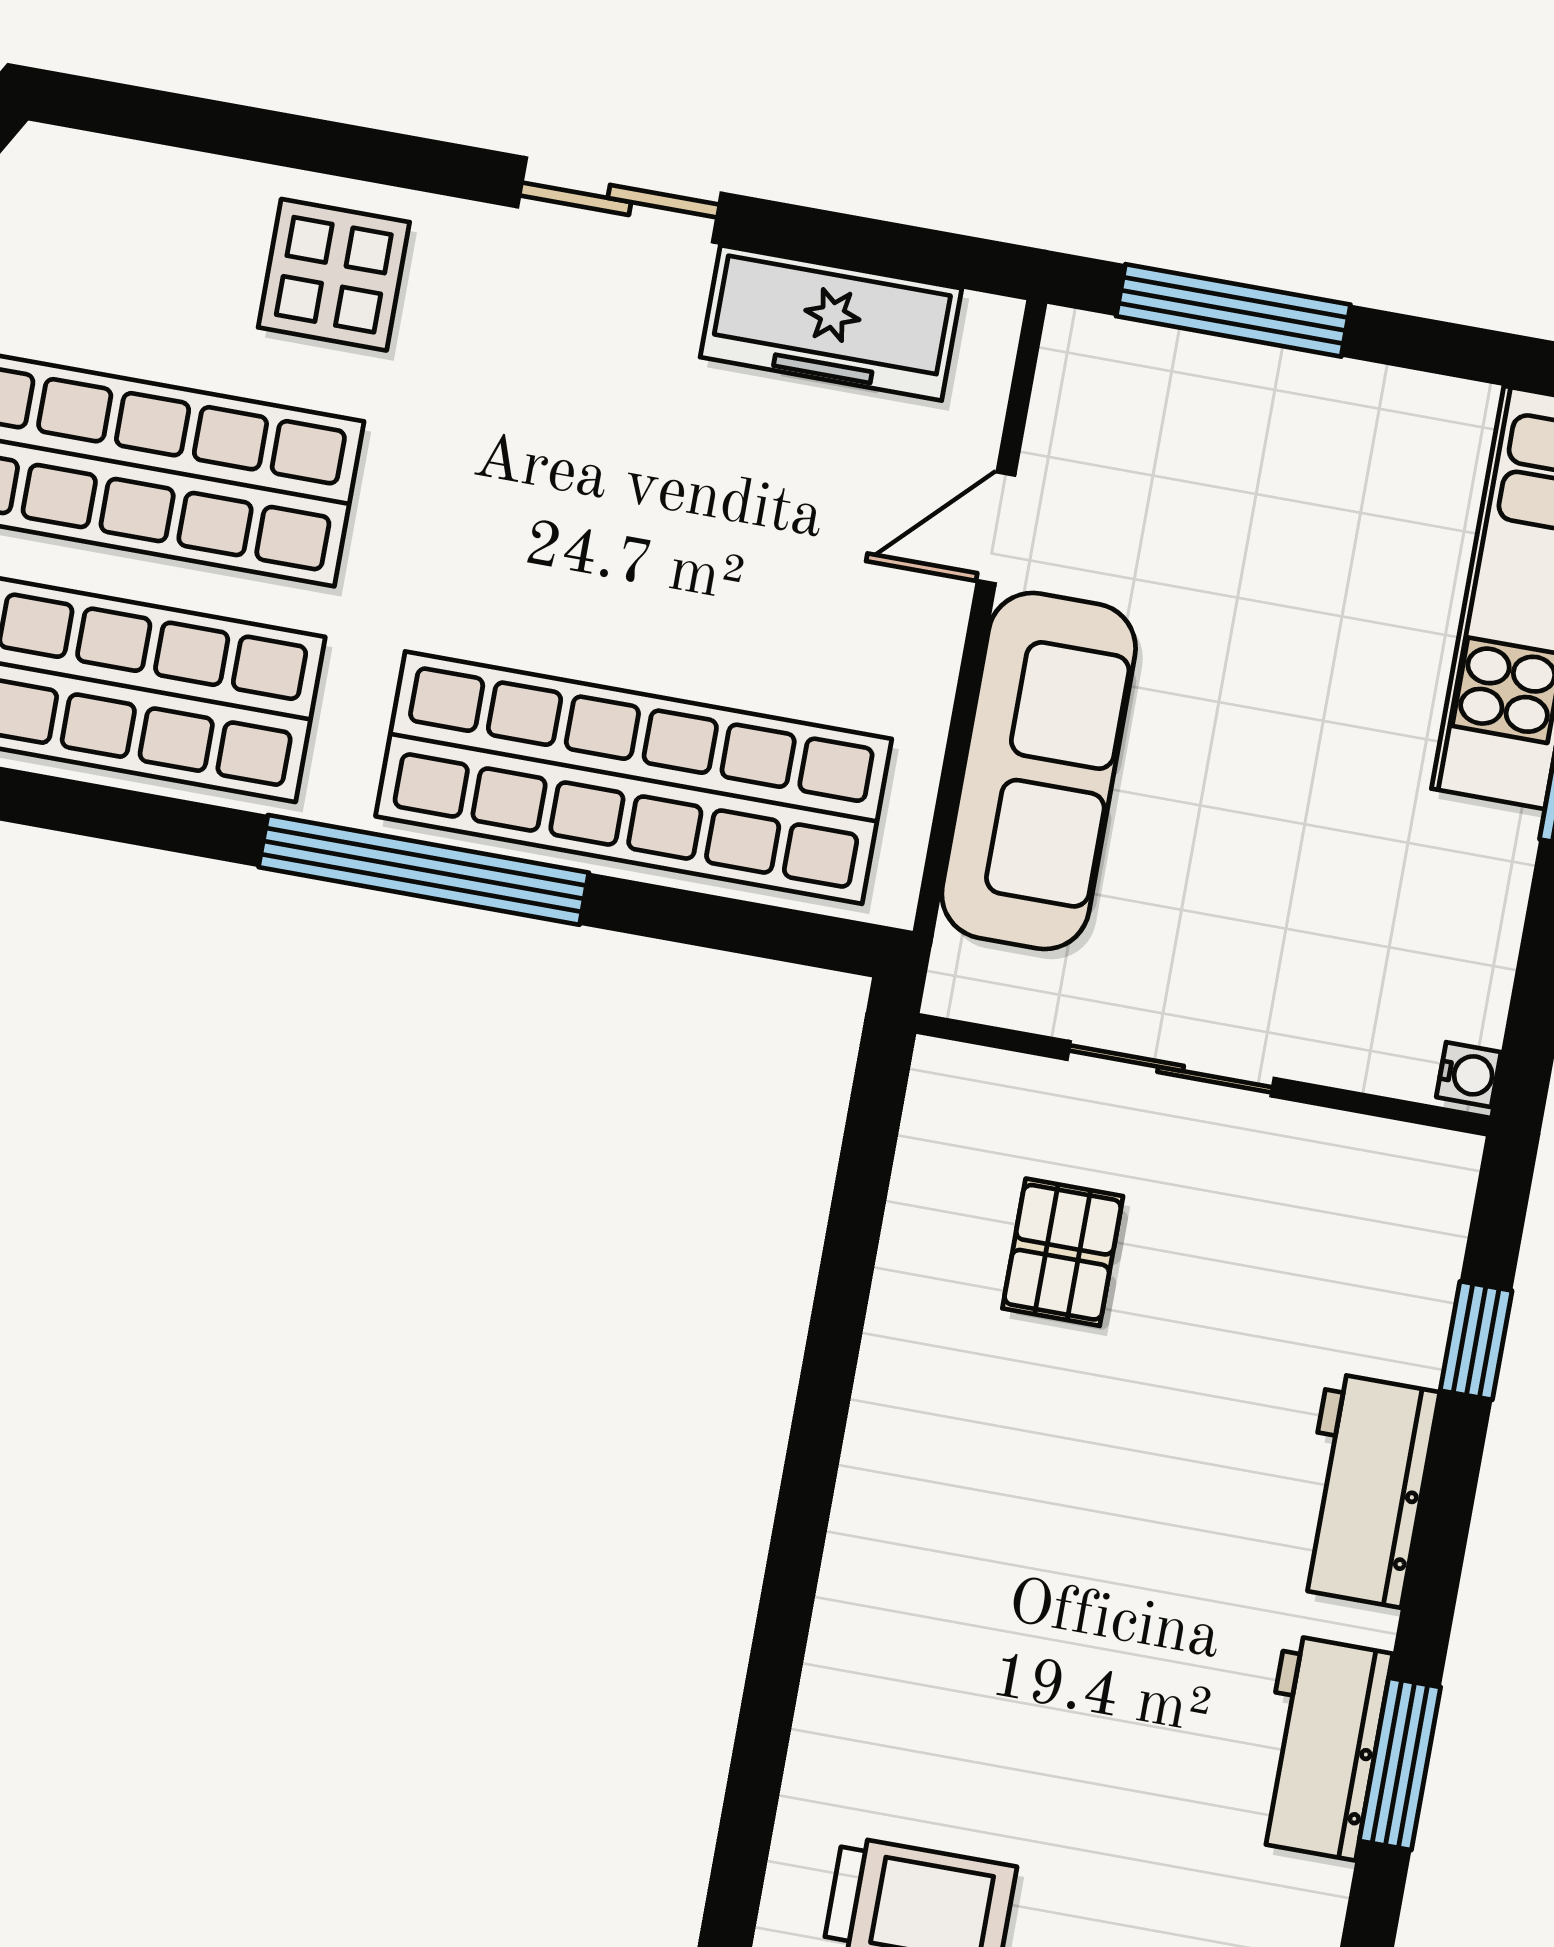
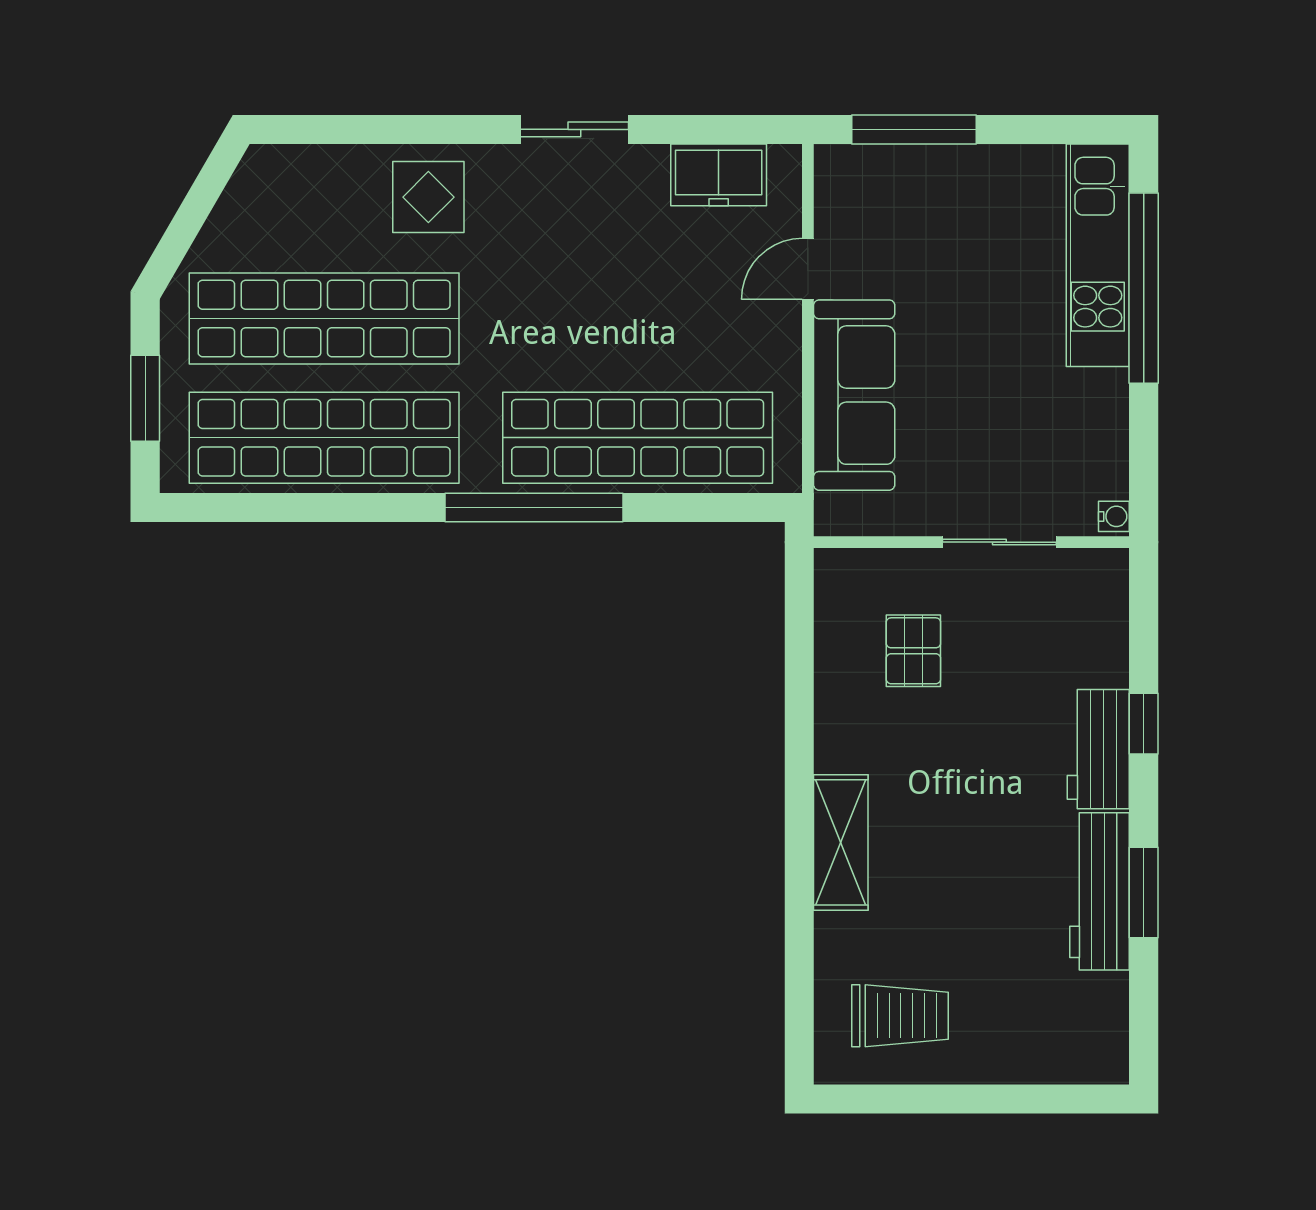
freezer: (831, 323) -> (719, 175), width x0.71
sliding door: (1171, 1069) -> (999, 542), moved
window: (1476, 1341) -> (1144, 724), moved
shelving: (869, 1575) -> (841, 842), added
workbench: (1321, 1748) -> (1100, 891), width x1.38

